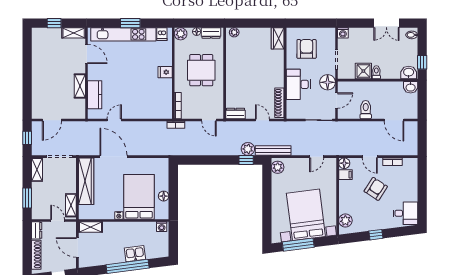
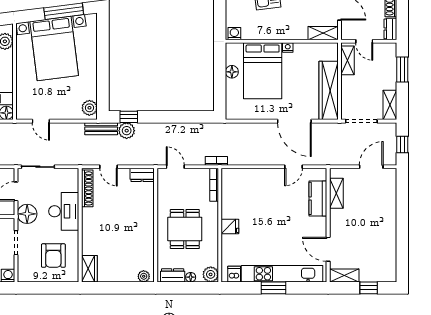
shelving: (80, 86) -> (336, 193), moved
bench: (273, 150) -> (101, 129), width x0.73
door: (317, 157) -> (41, 121), swing flipped

